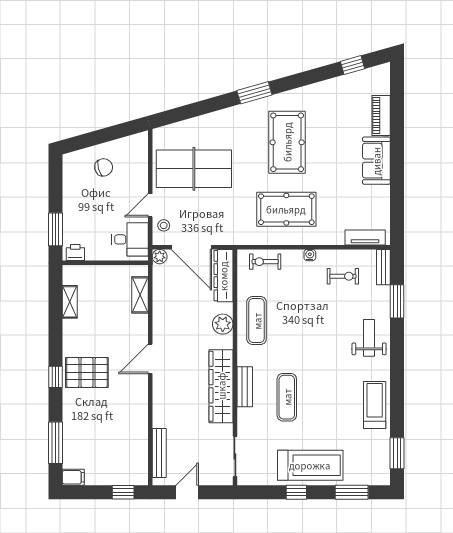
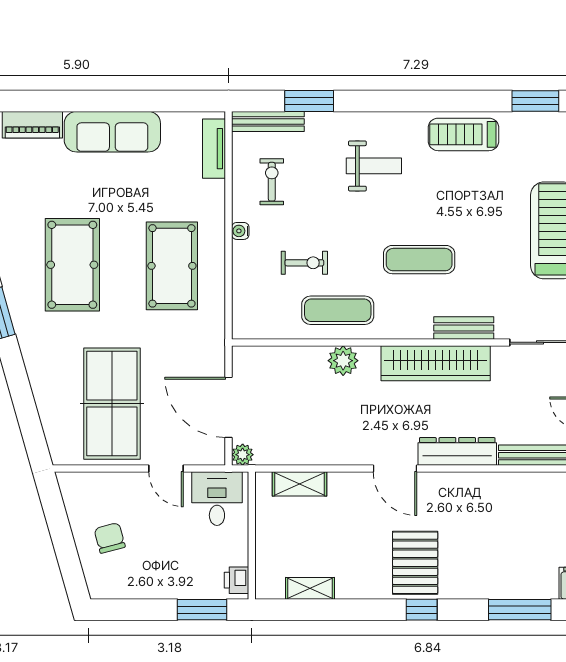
pool table: (287, 142) -> (72, 265), turned 90
sofa: (376, 161) -> (112, 132), width x1.36
stool: (164, 225) -> (196, 449), removed
door: (191, 247) -> (229, 407), swing flipped
exercise bike: (265, 262) -> (304, 263), moved, turned -90
bench: (383, 267) -> (268, 121), width x1.36
dresser: (223, 276) -> (457, 451), moved, turned 180
weight bench: (369, 338) -> (374, 166), moved, turned 180
bench: (245, 387) -> (464, 328), moved
exercise mat: (287, 397) -> (419, 260), moved

